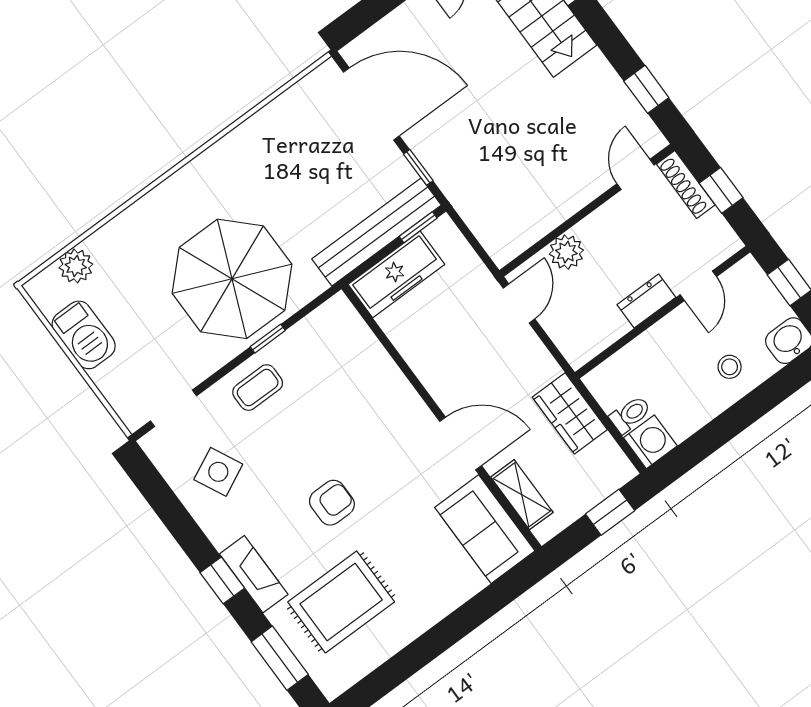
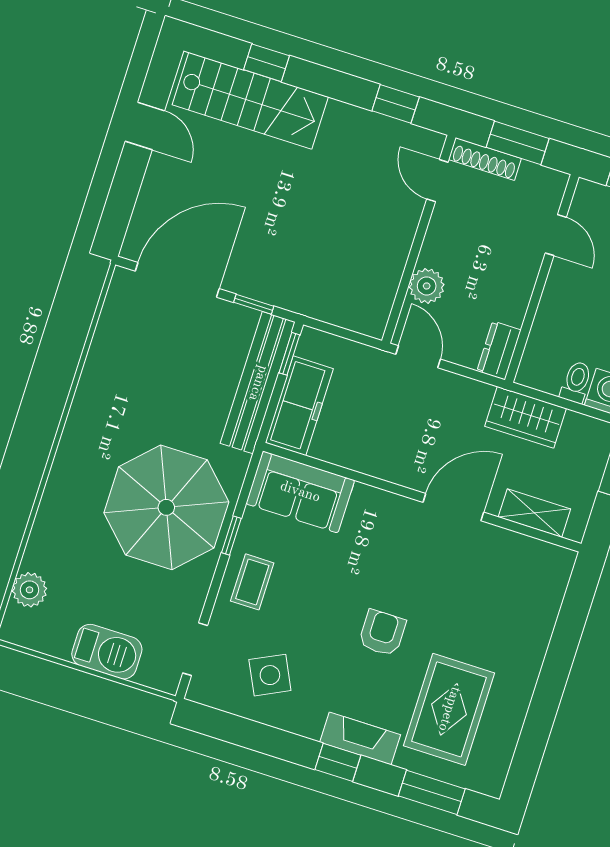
window: (721, 190) -> (518, 143), width x1.50
dresser: (646, 301) -> (499, 350), moved
barbecue: (84, 335) -> (107, 652), moved
sofa: (485, 529) -> (300, 492), moved

